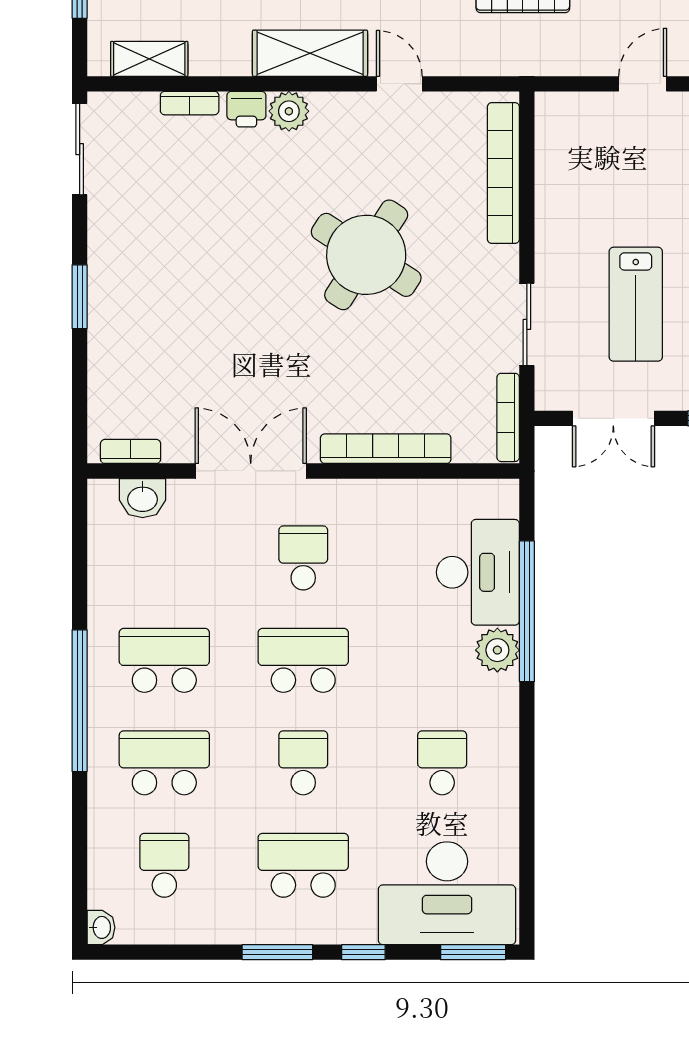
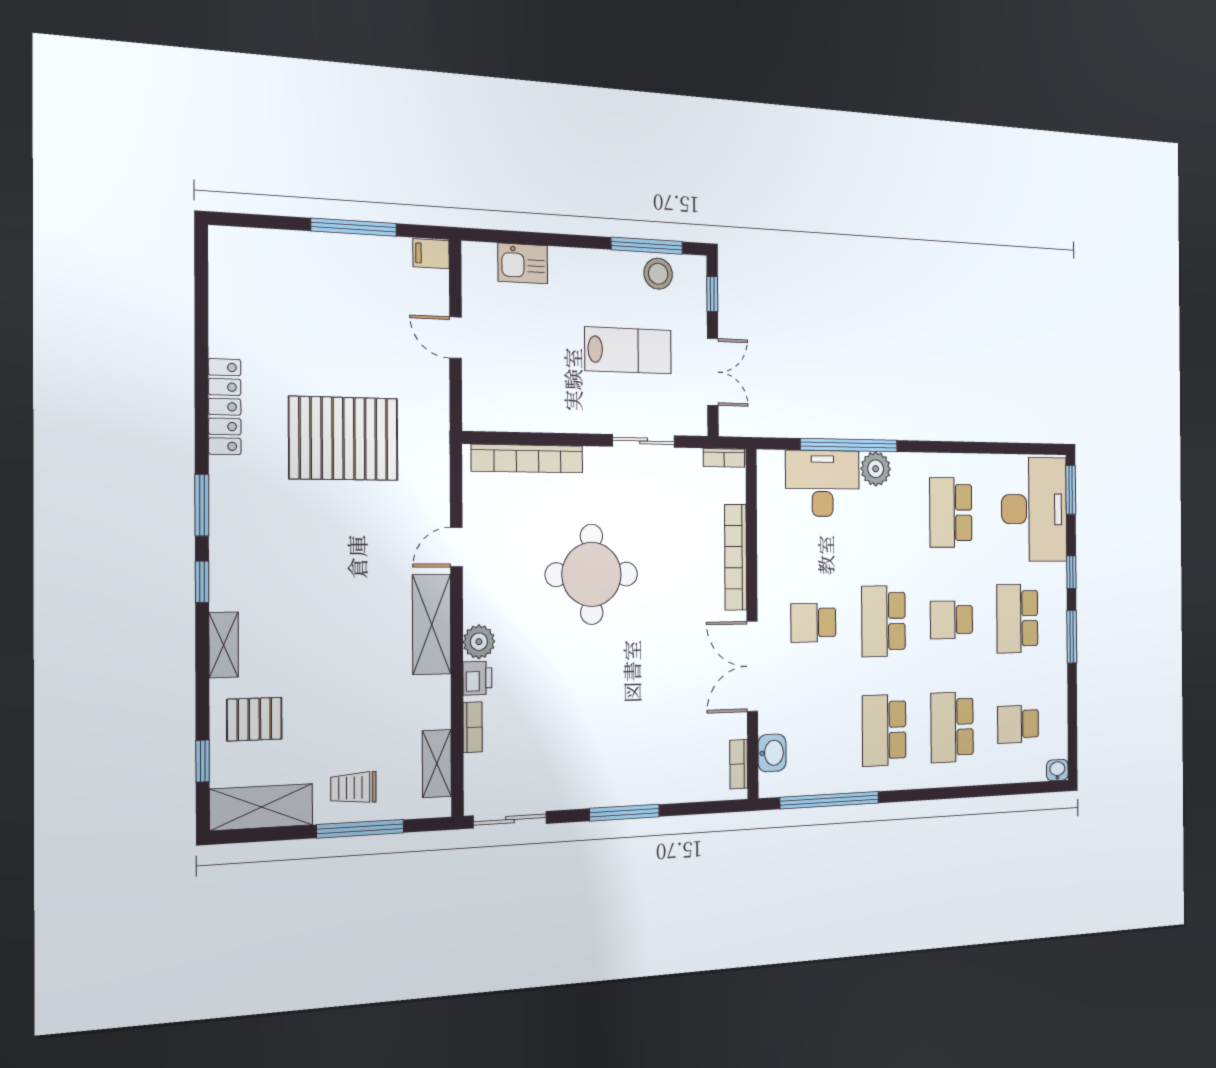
round table: (366, 255) -> (592, 574), turned -33
window: (80, 297) -> (625, 813), width x1.44
bookcase: (508, 417) -> (724, 458), width x0.64
window: (80, 701) -> (830, 800), moved
school desk: (442, 763) -> (951, 513), width x1.85

